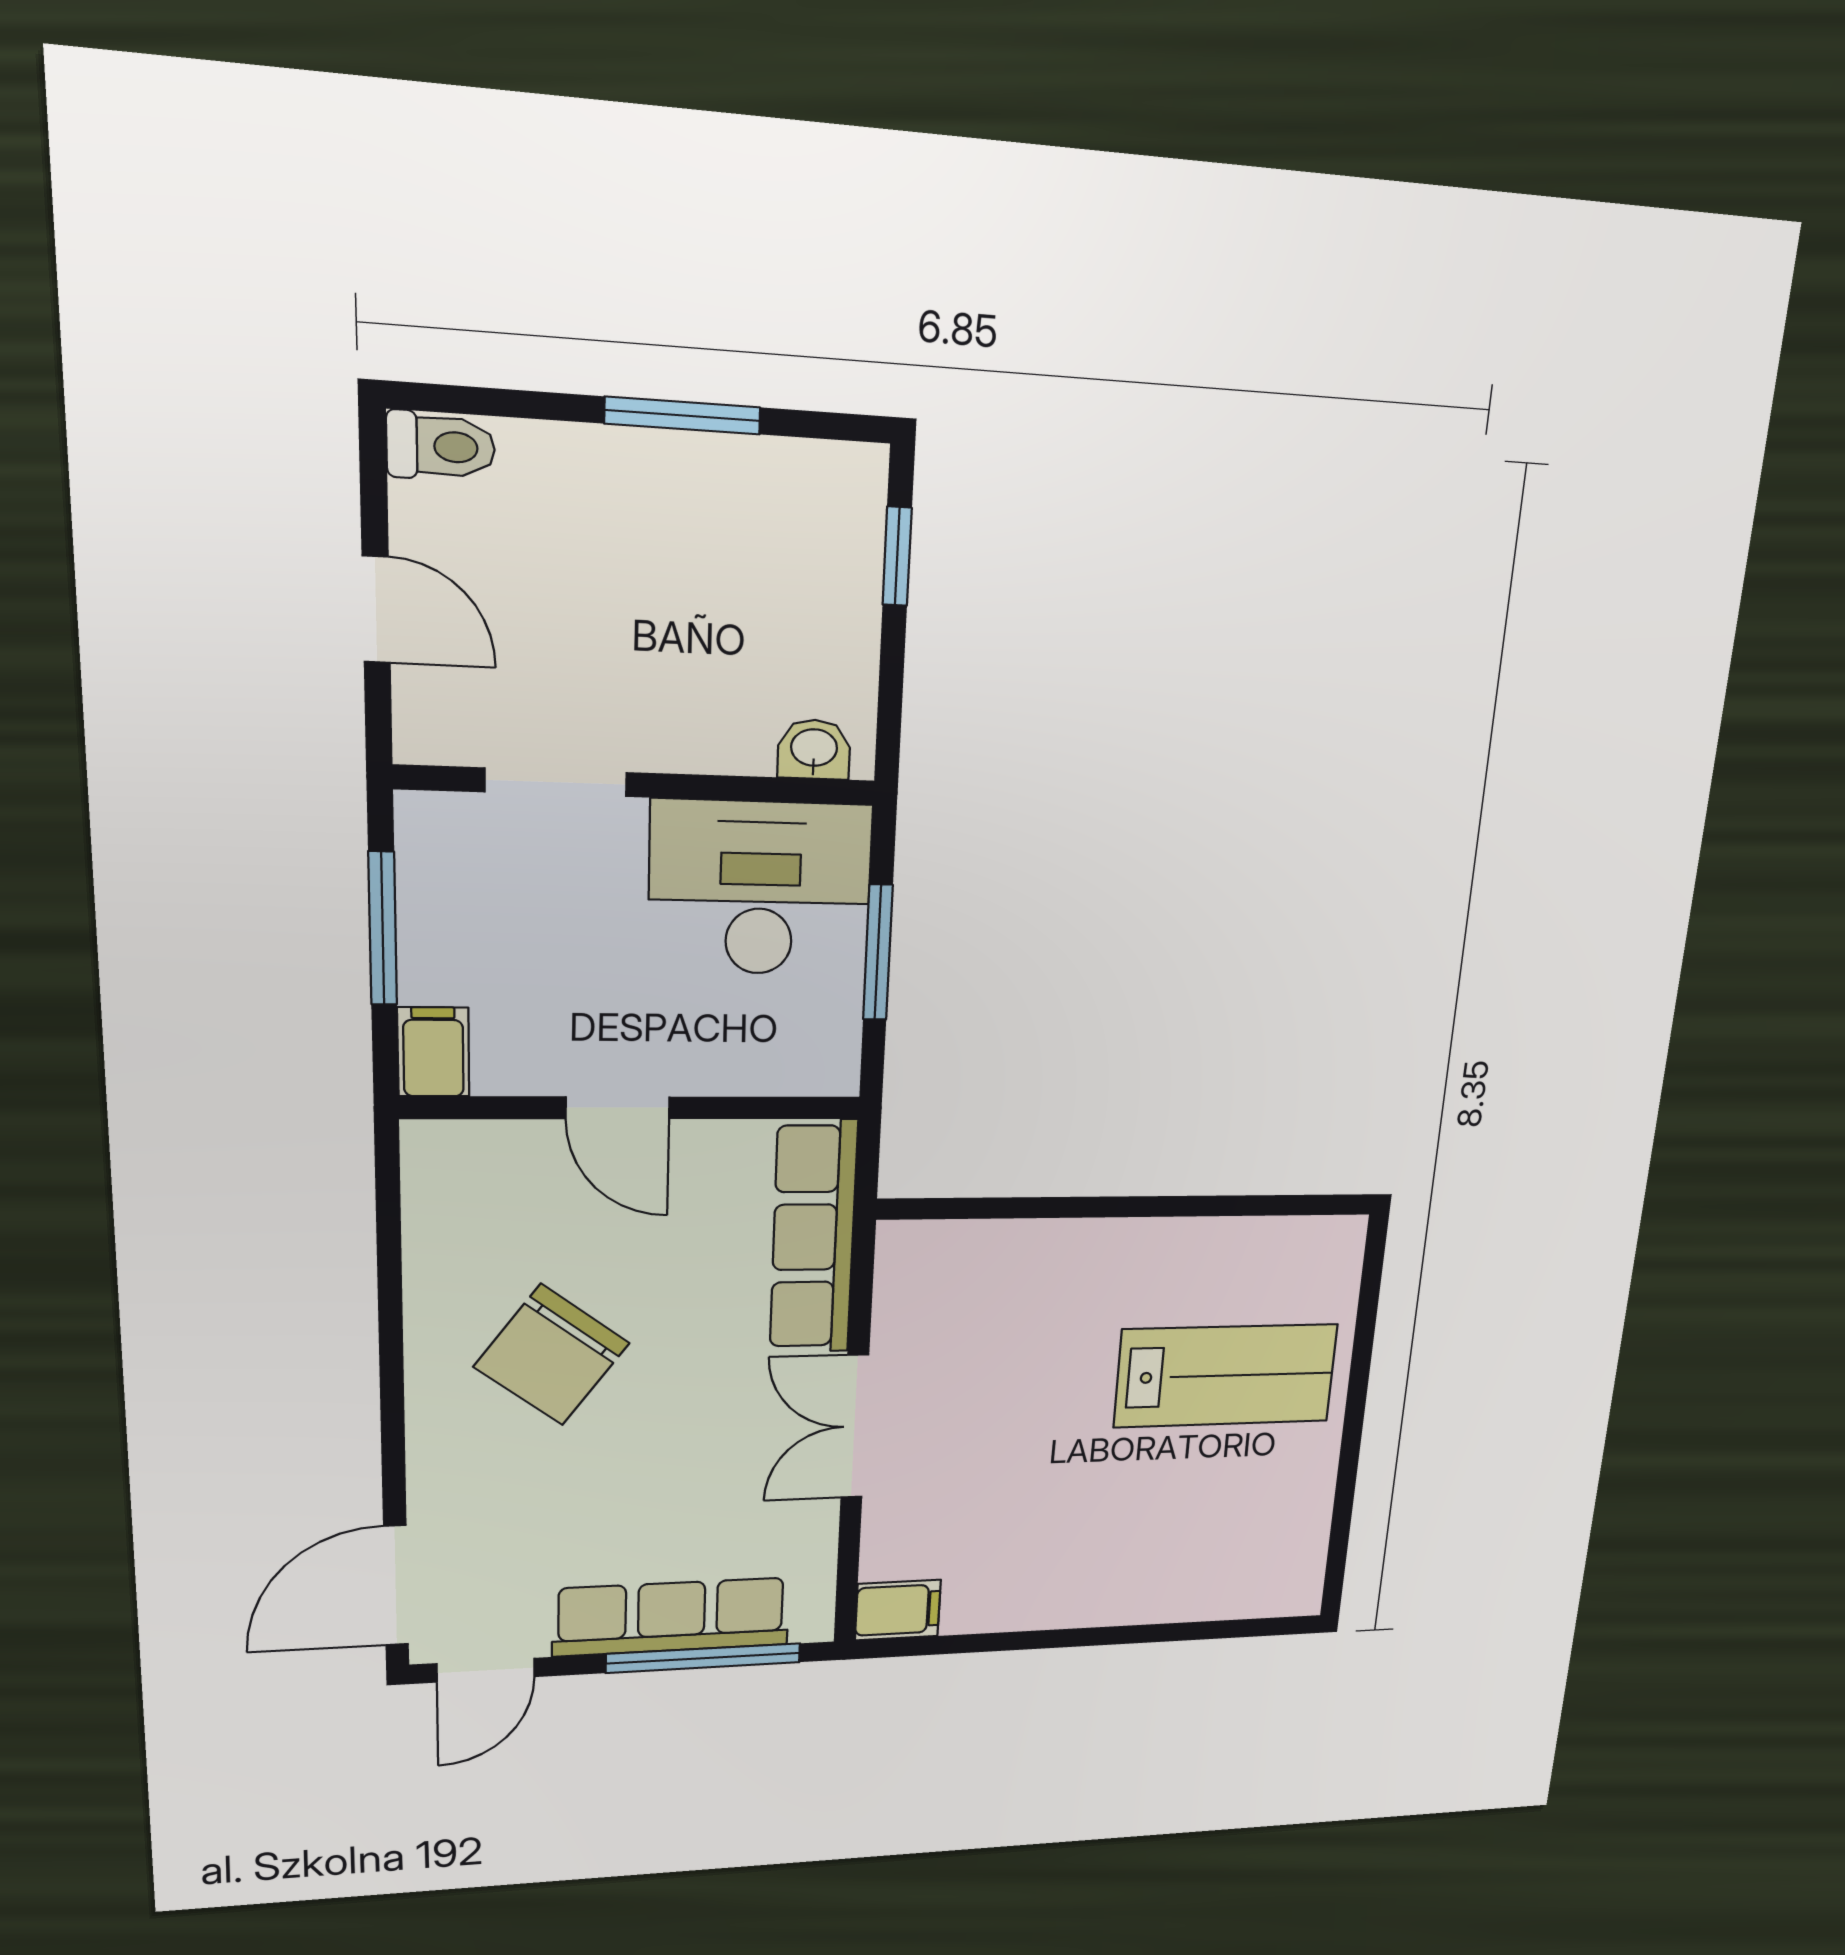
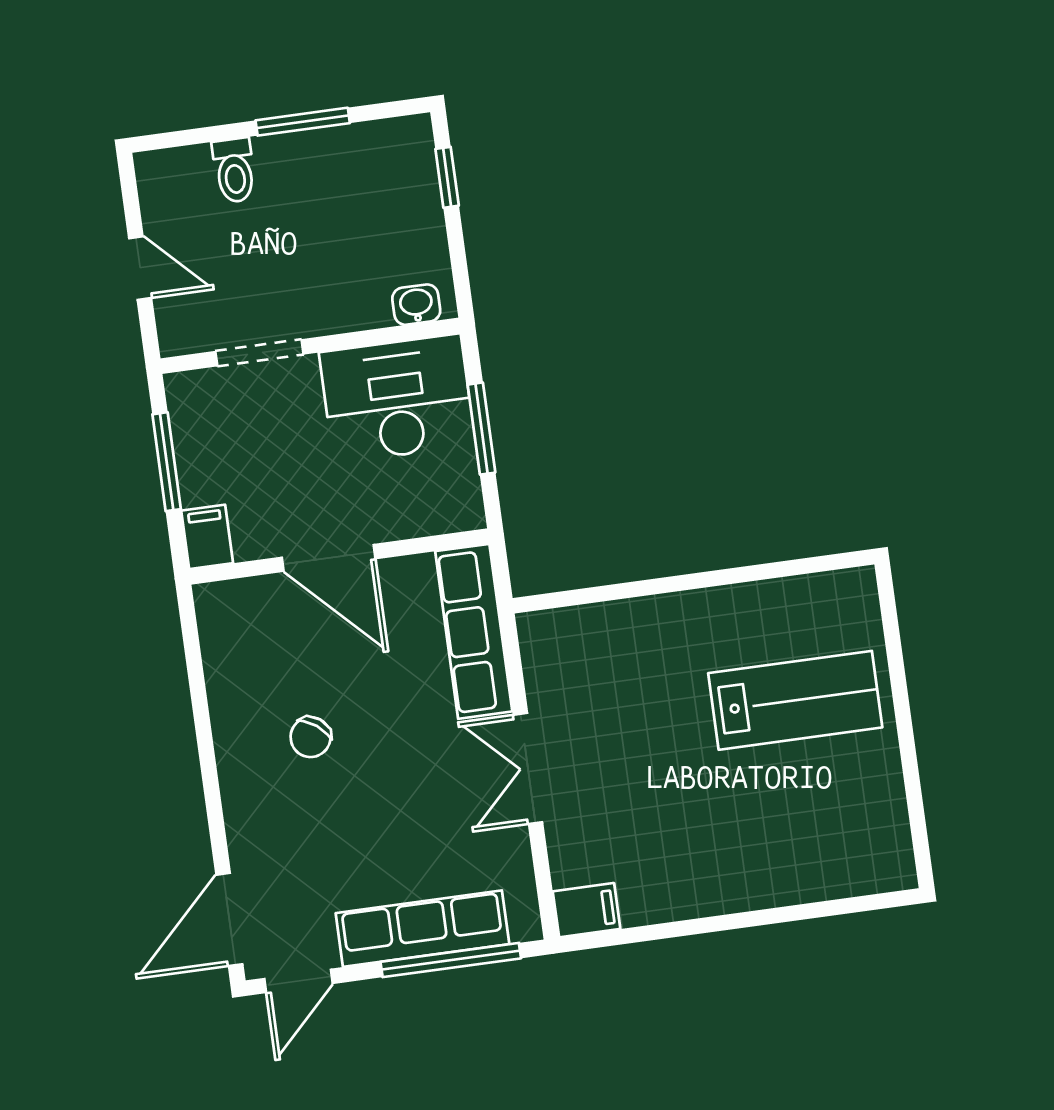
toilet: (441, 446) -> (234, 170), moved, turned 90
door: (618, 1108) -> (329, 558), width x1.38
chair: (552, 1355) -> (311, 737), width x0.54, depth x0.54

